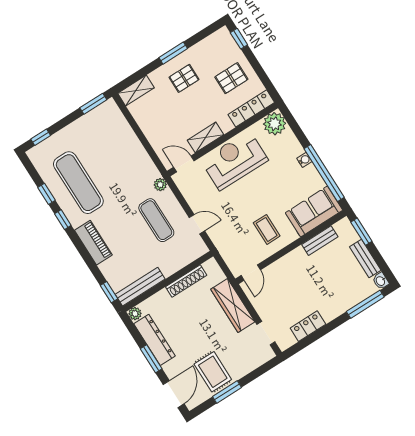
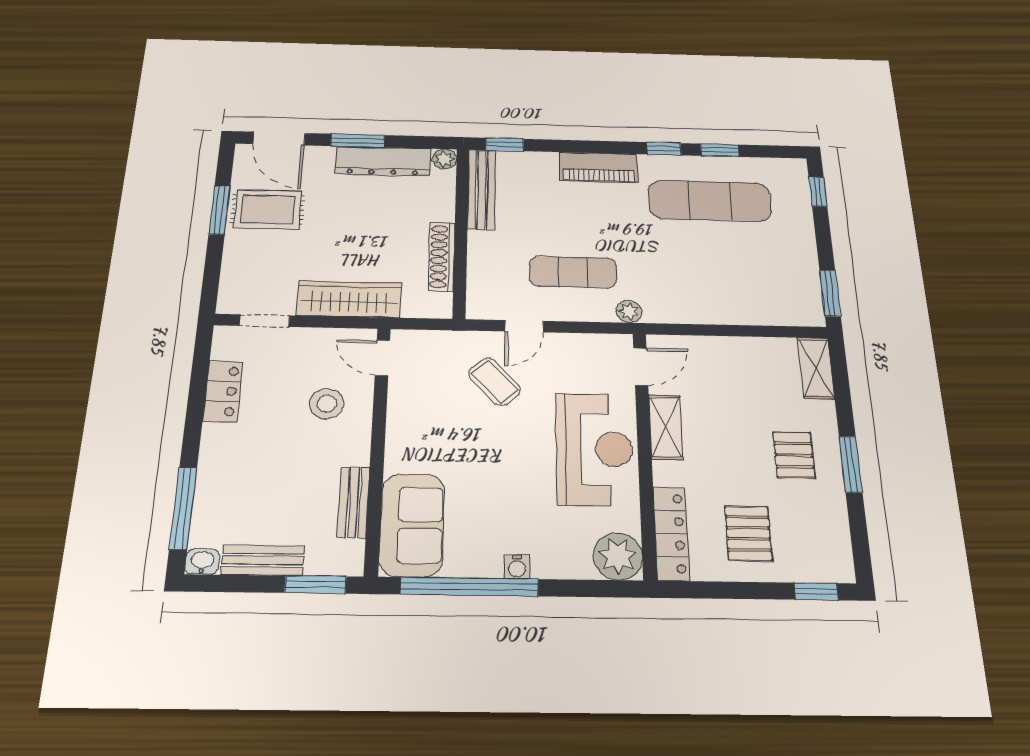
coffee table: (267, 229) -> (495, 382), moved, turned 48
stool: (286, 281) -> (327, 404), added

